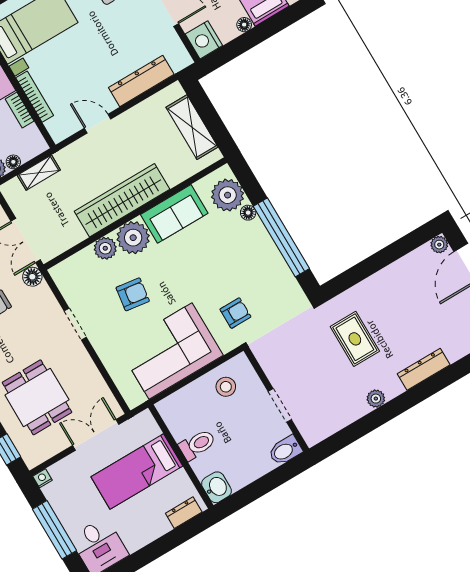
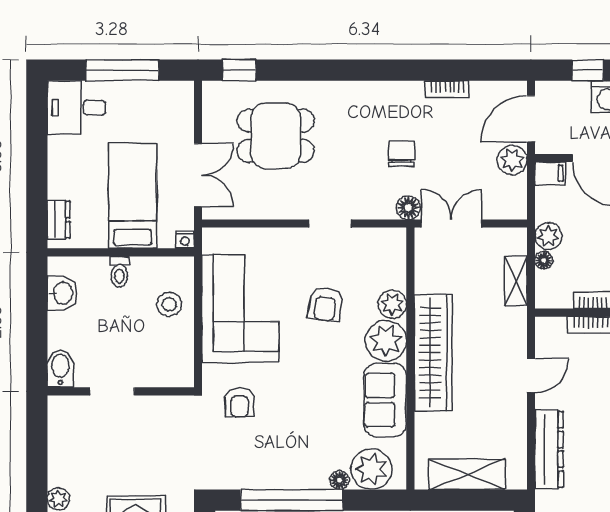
stool: (226, 387) -> (169, 304), moved
toilet: (197, 445) -> (119, 272), width x0.73, depth x0.72
nightstand: (43, 478) -> (185, 240), moved, turned 90
washbasin: (216, 487) -> (62, 293), moved, turned -90

